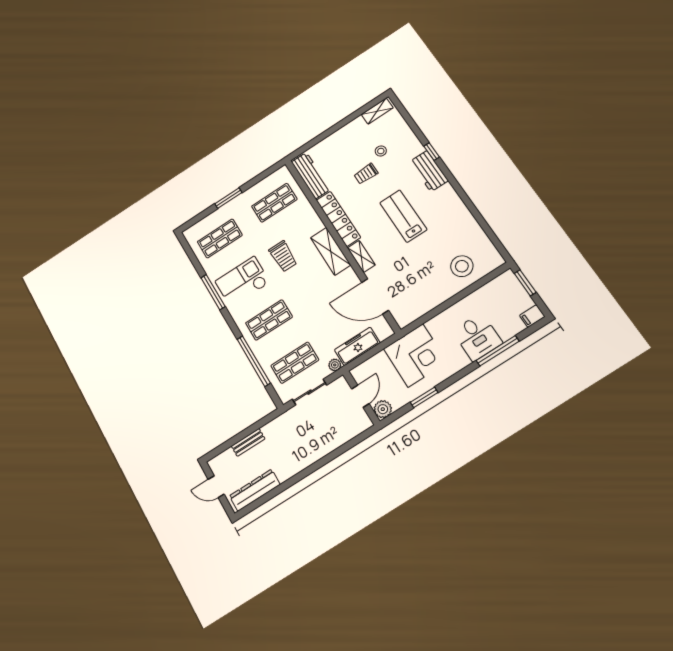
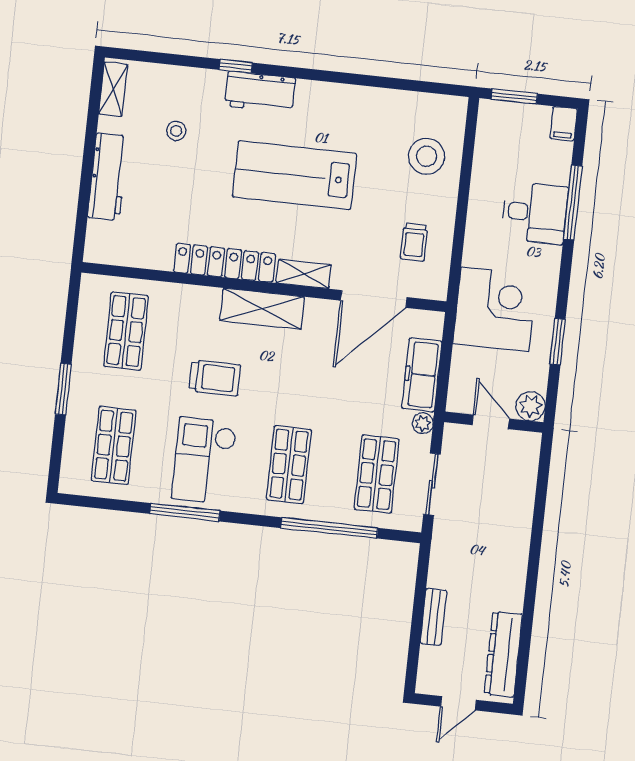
trolley: (366, 174) -> (414, 242), moved
workbench: (311, 175) -> (108, 177), moved, turned 90
lab bench: (403, 216) -> (295, 175), width x1.36, depth x1.39

